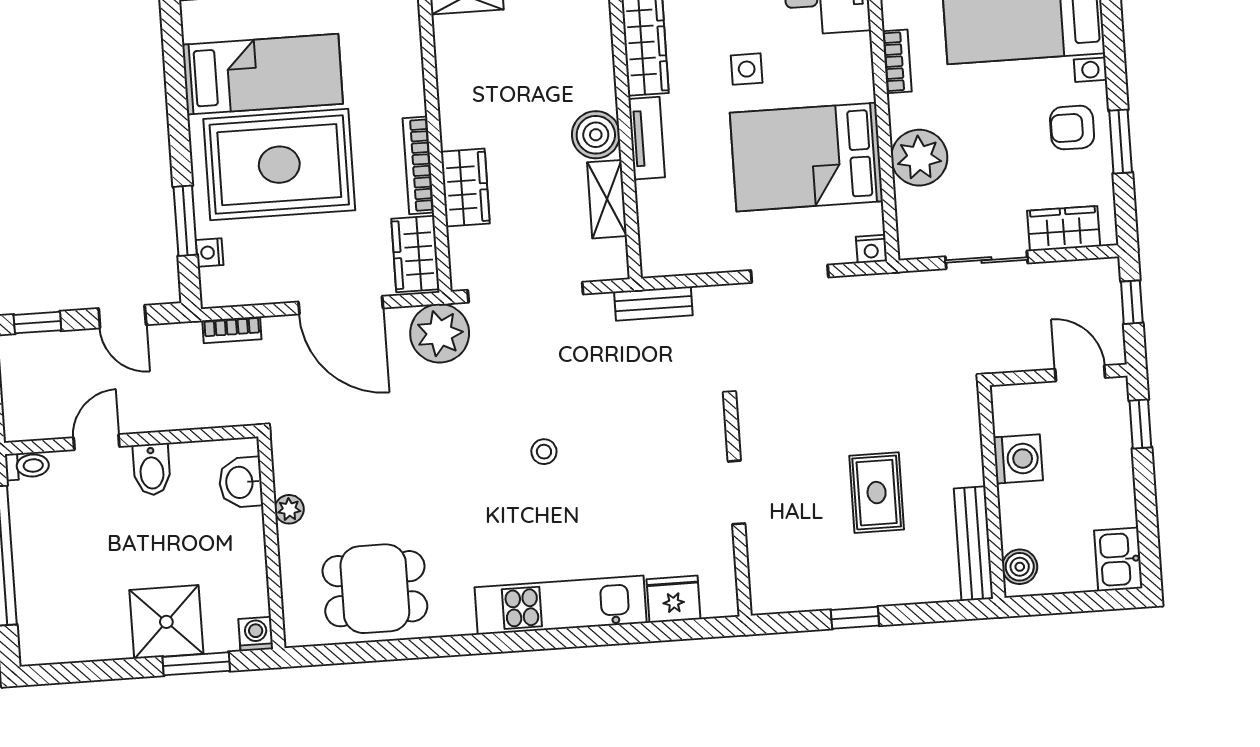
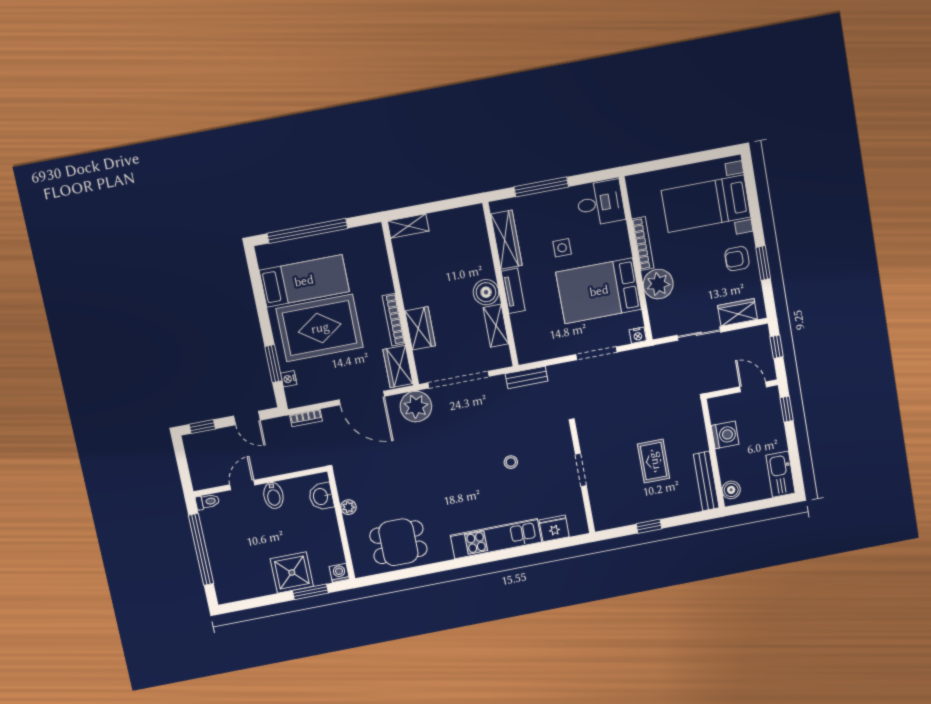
bookcase: (897, 61) -> (643, 244), width x1.56
stool: (544, 452) -> (511, 462), moved
kitchen sink: (1118, 559) -> (781, 474), width x1.38

